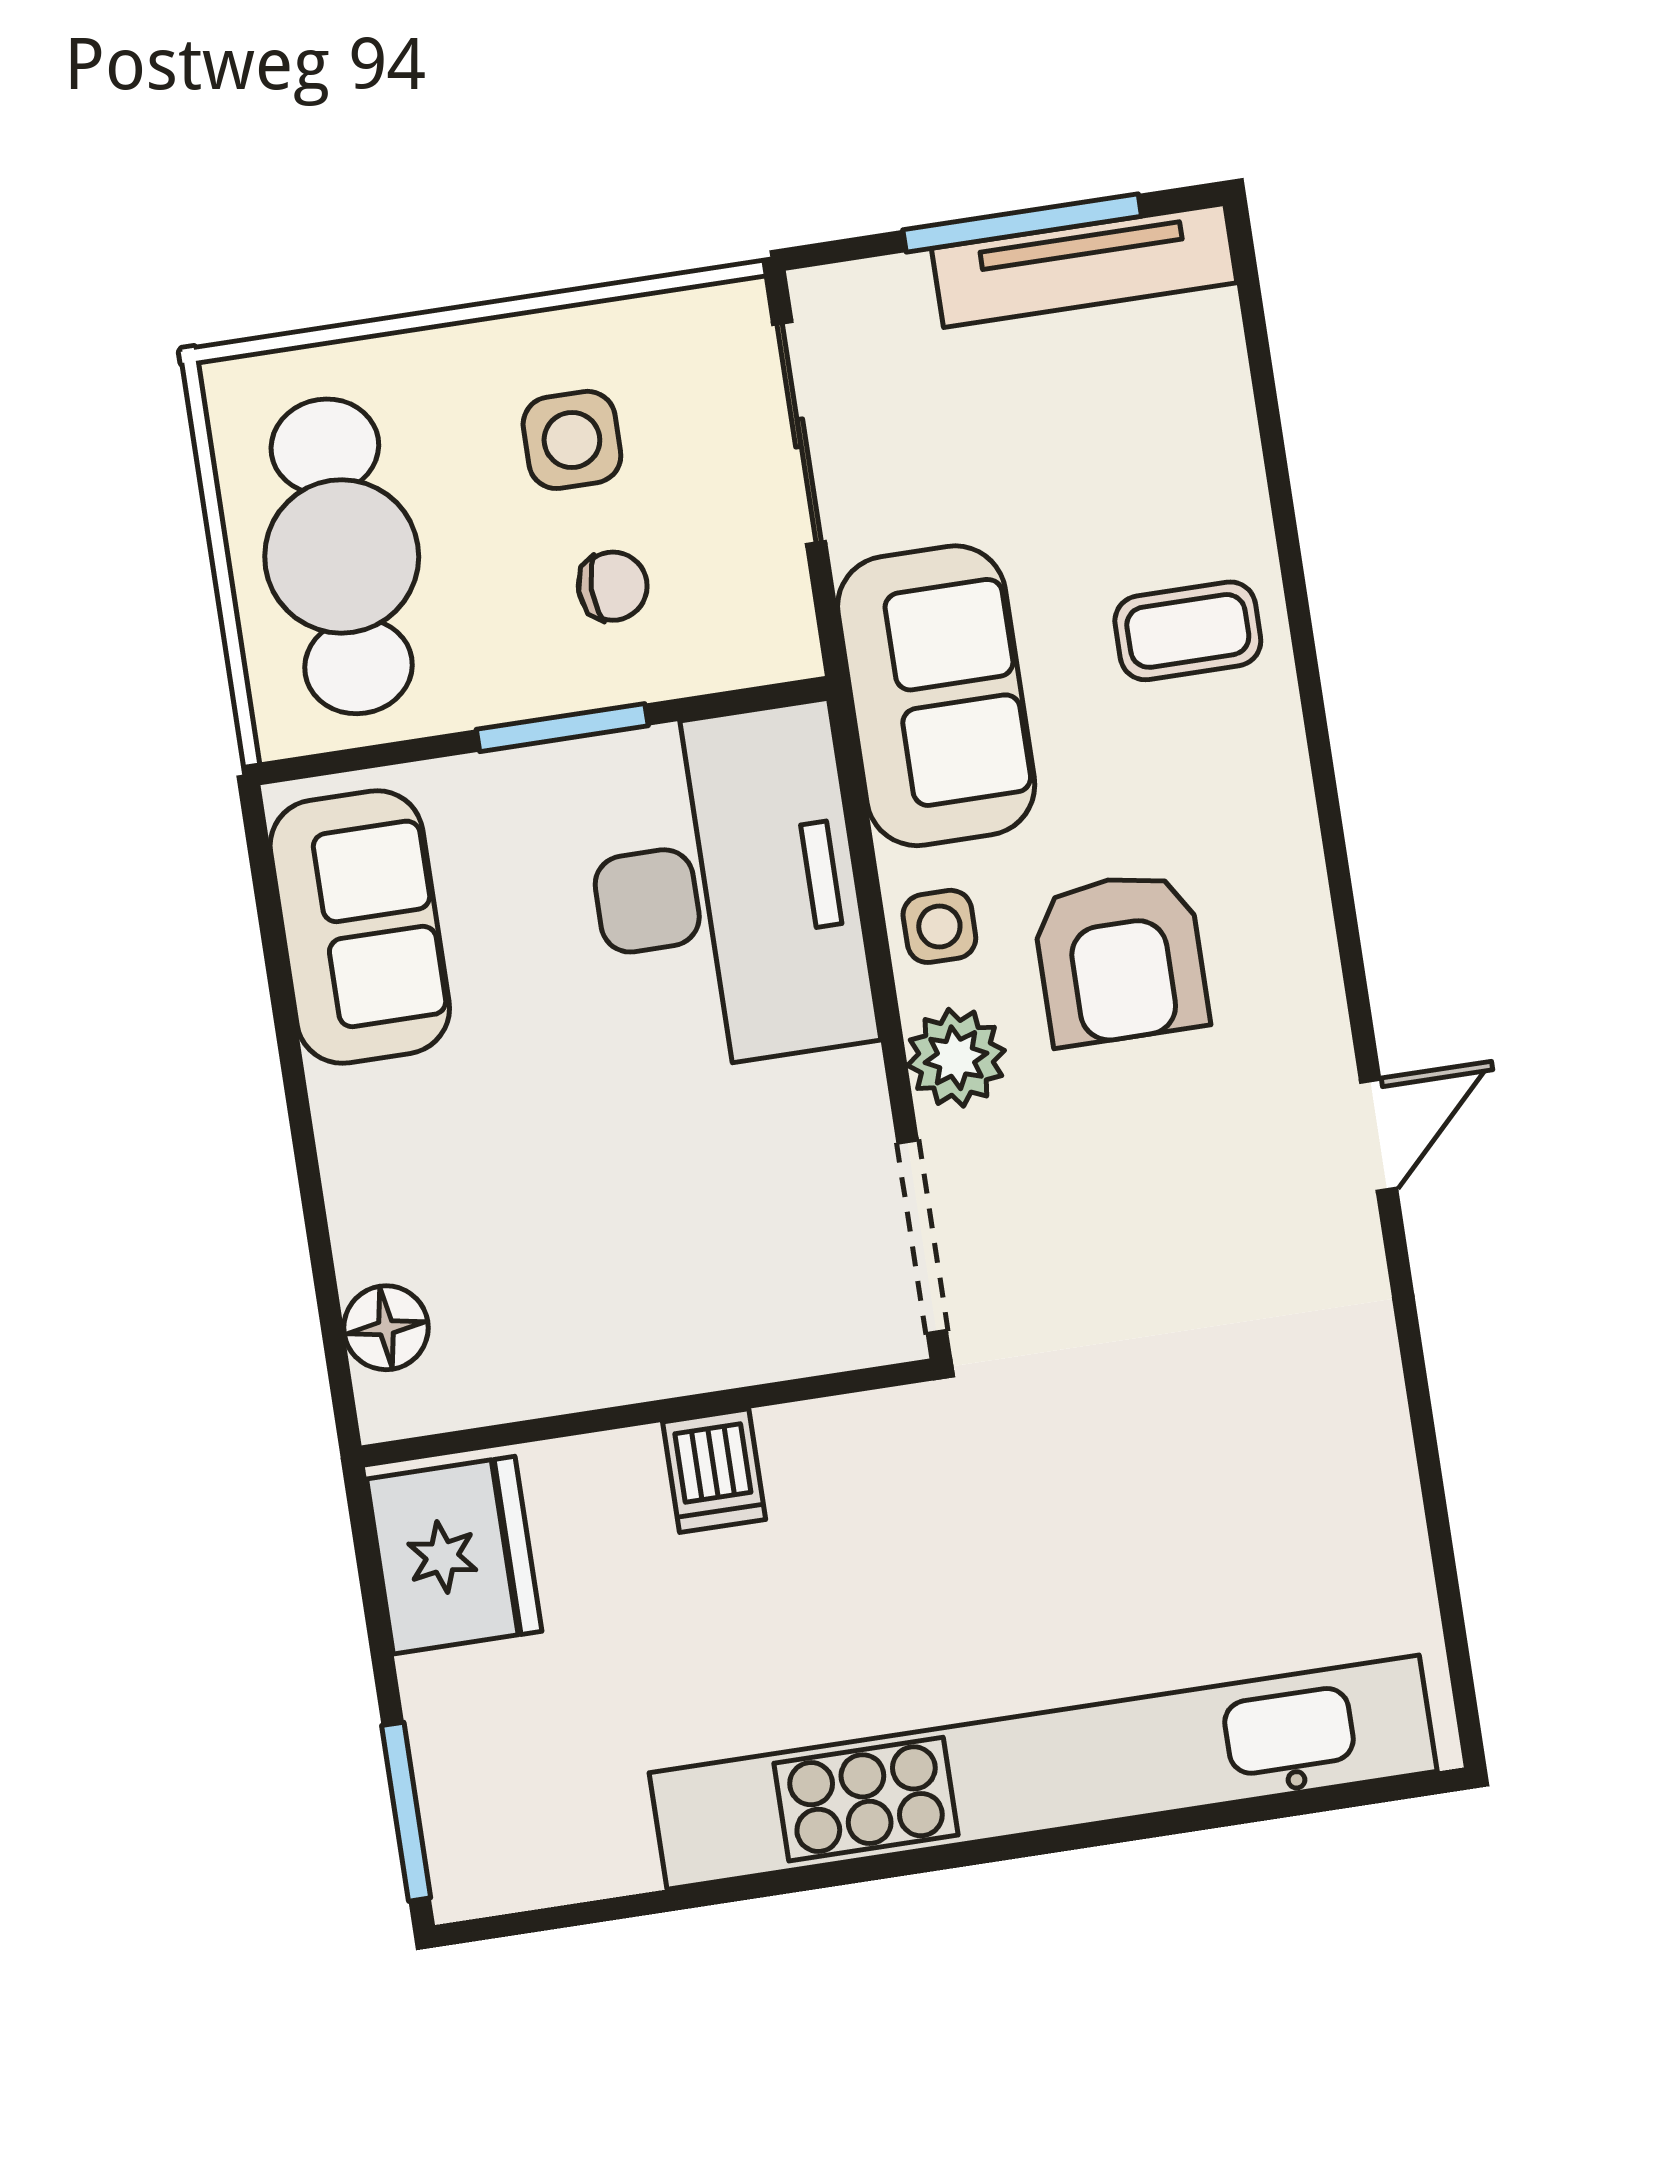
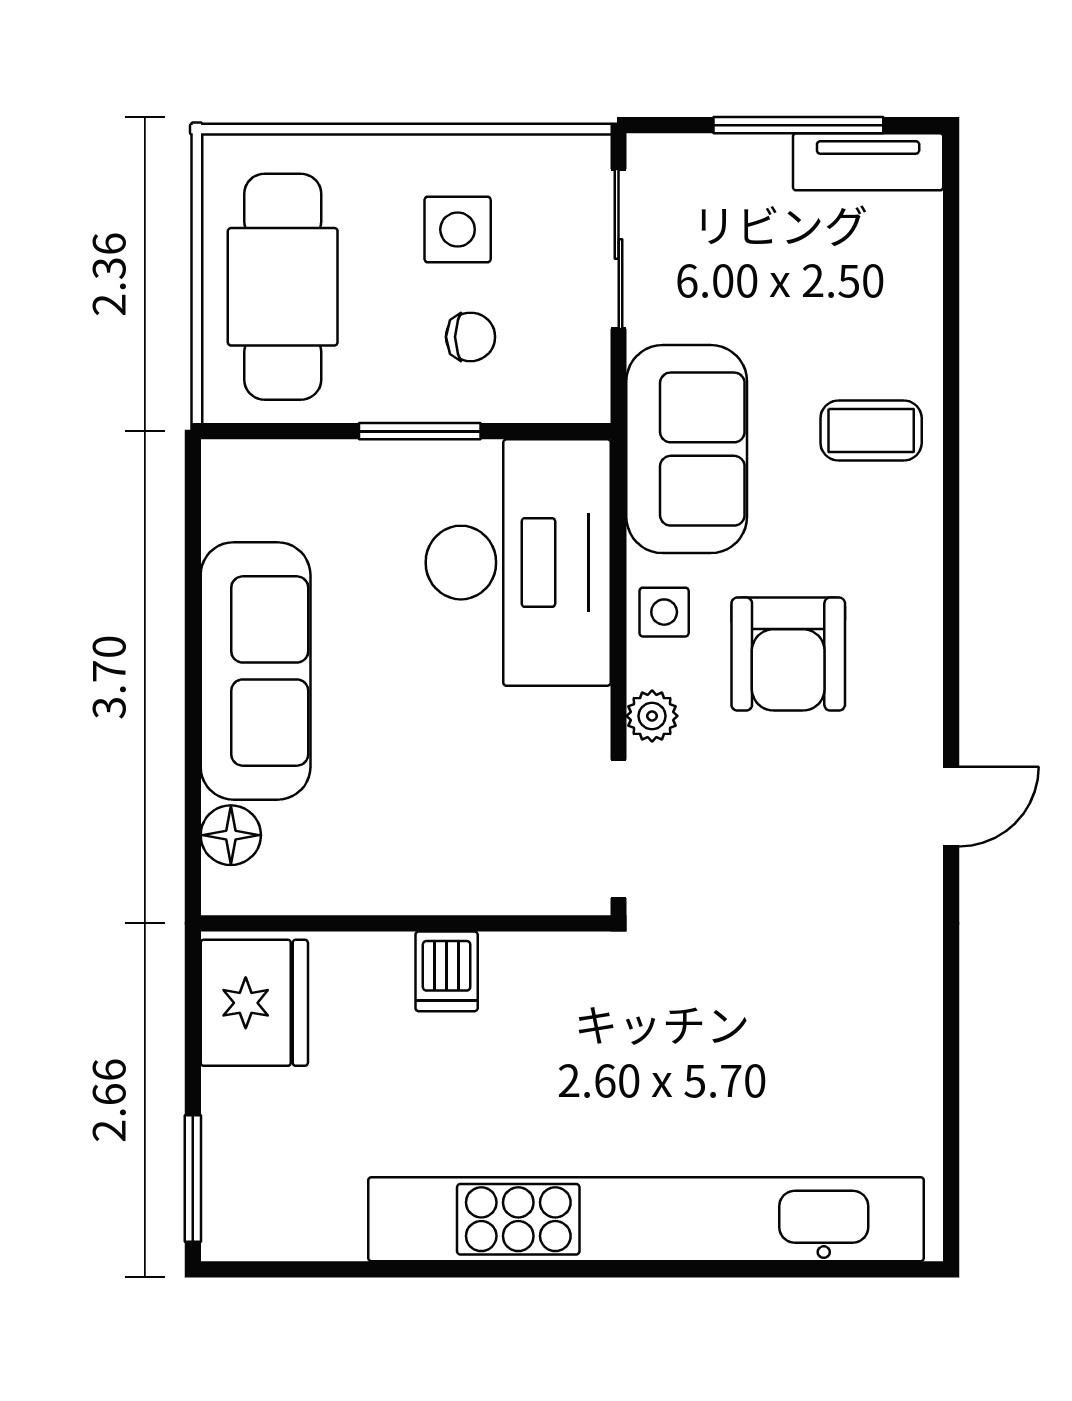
tv unit: (1084, 266) -> (868, 162), width x0.71
sofa: (360, 927) -> (256, 671), moved, width x1.36
plant: (956, 1058) -> (652, 716), width x0.73, depth x0.73

